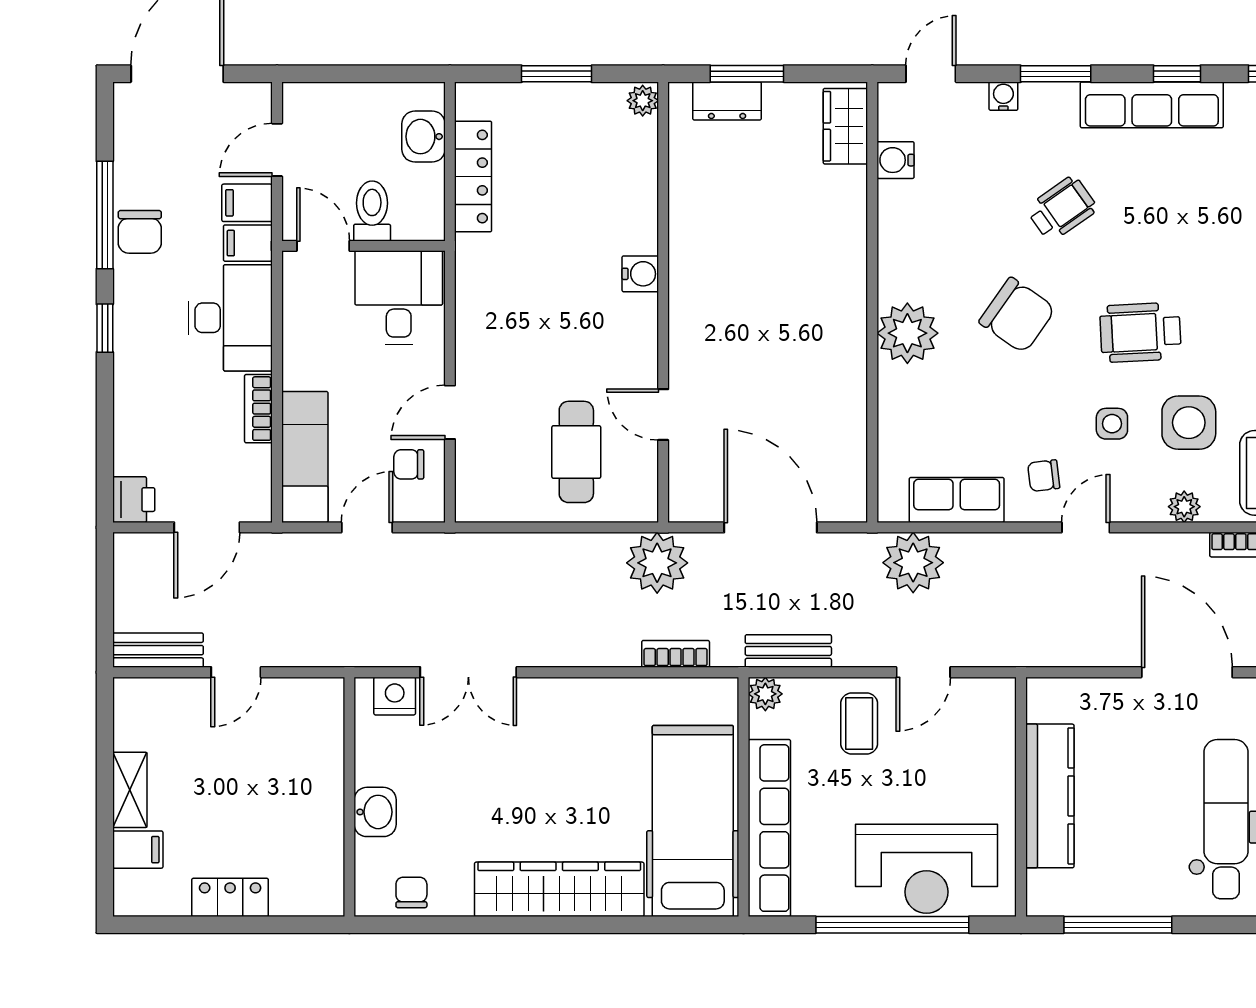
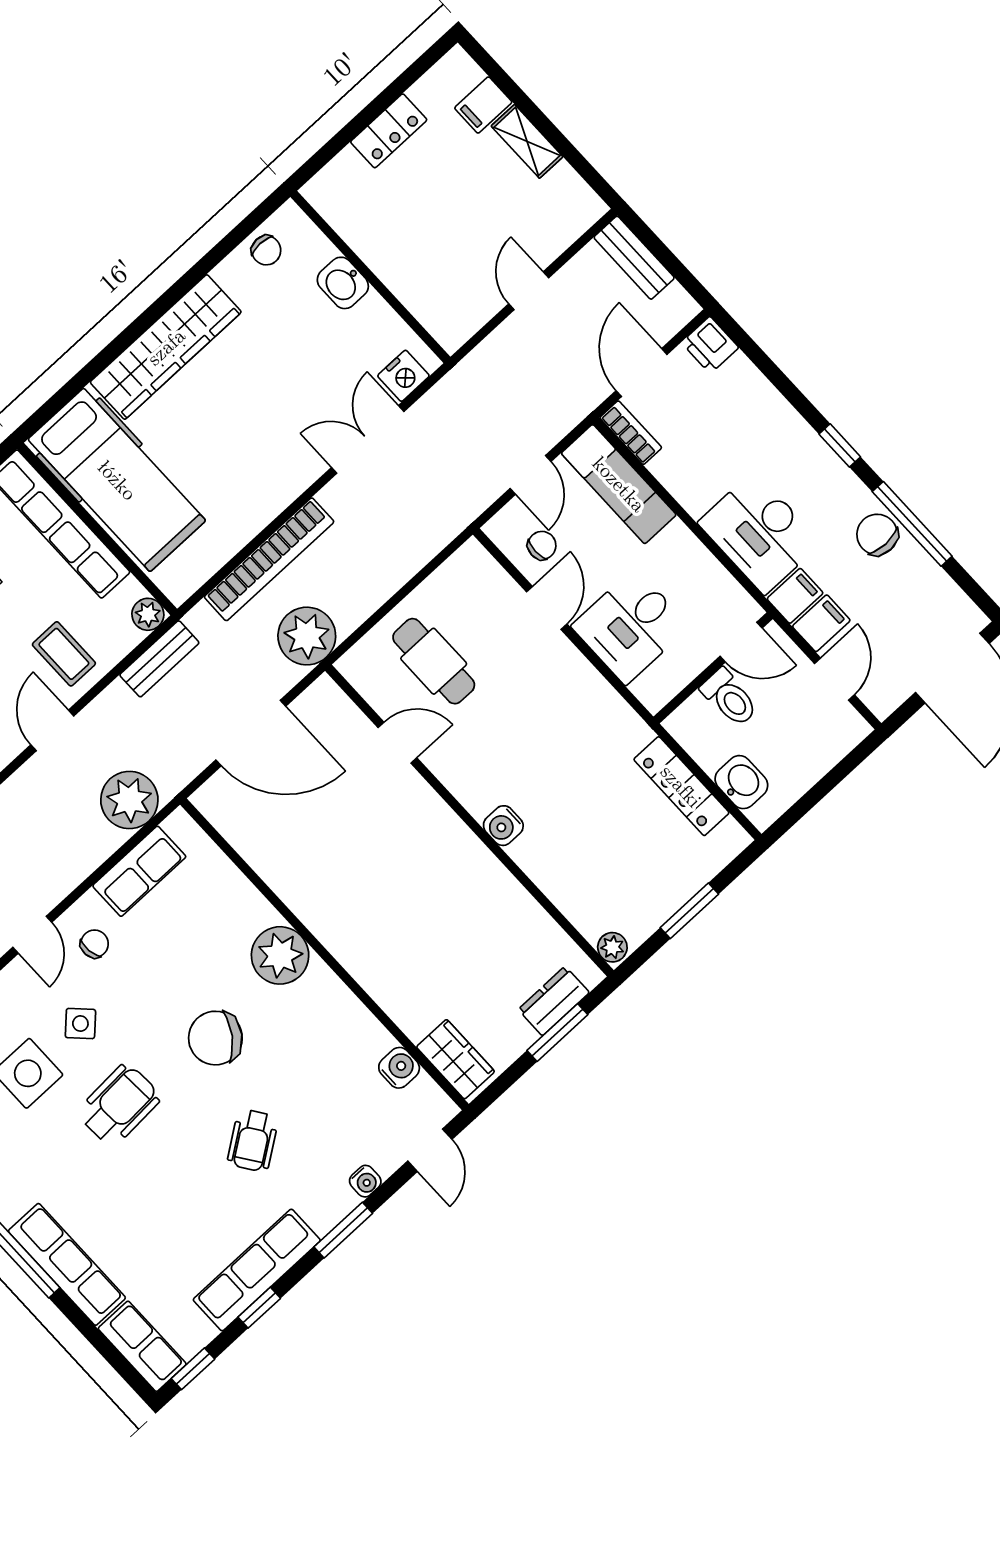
desk: (399, 298) -> (630, 626), moved, turned 90
bookcase: (258, 409) -> (631, 433), moved
side table: (1112, 424) -> (80, 1024), turned 45
bench: (158, 650) -> (634, 258), moved, turned 90
bookcase: (676, 654) -> (269, 559), width x2.31, depth x1.31

